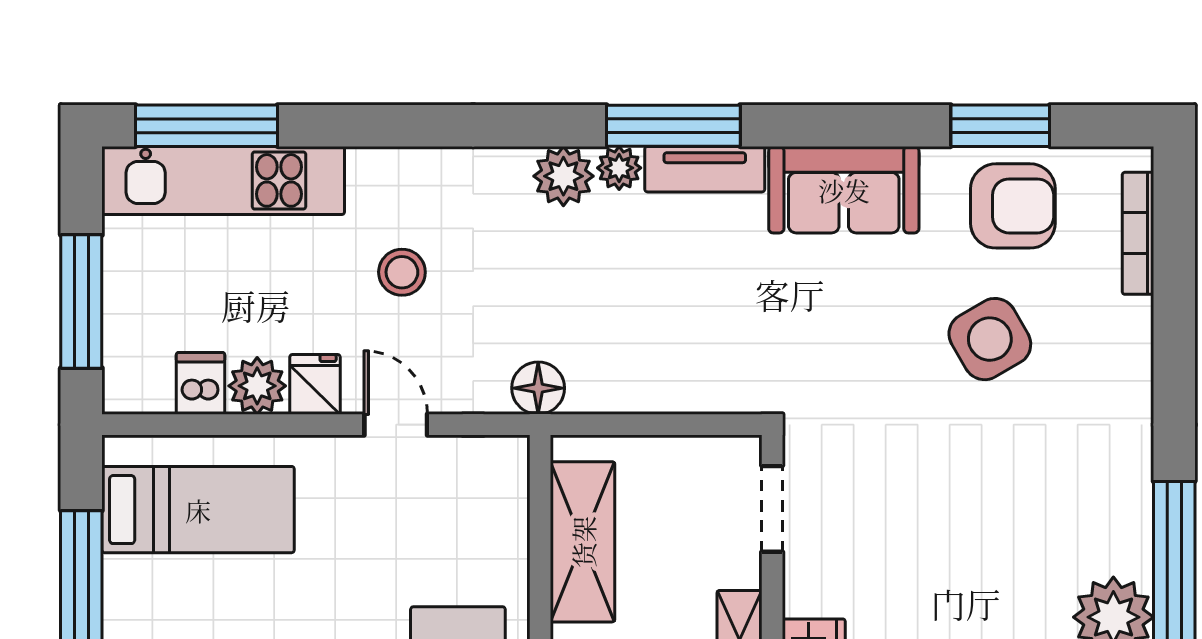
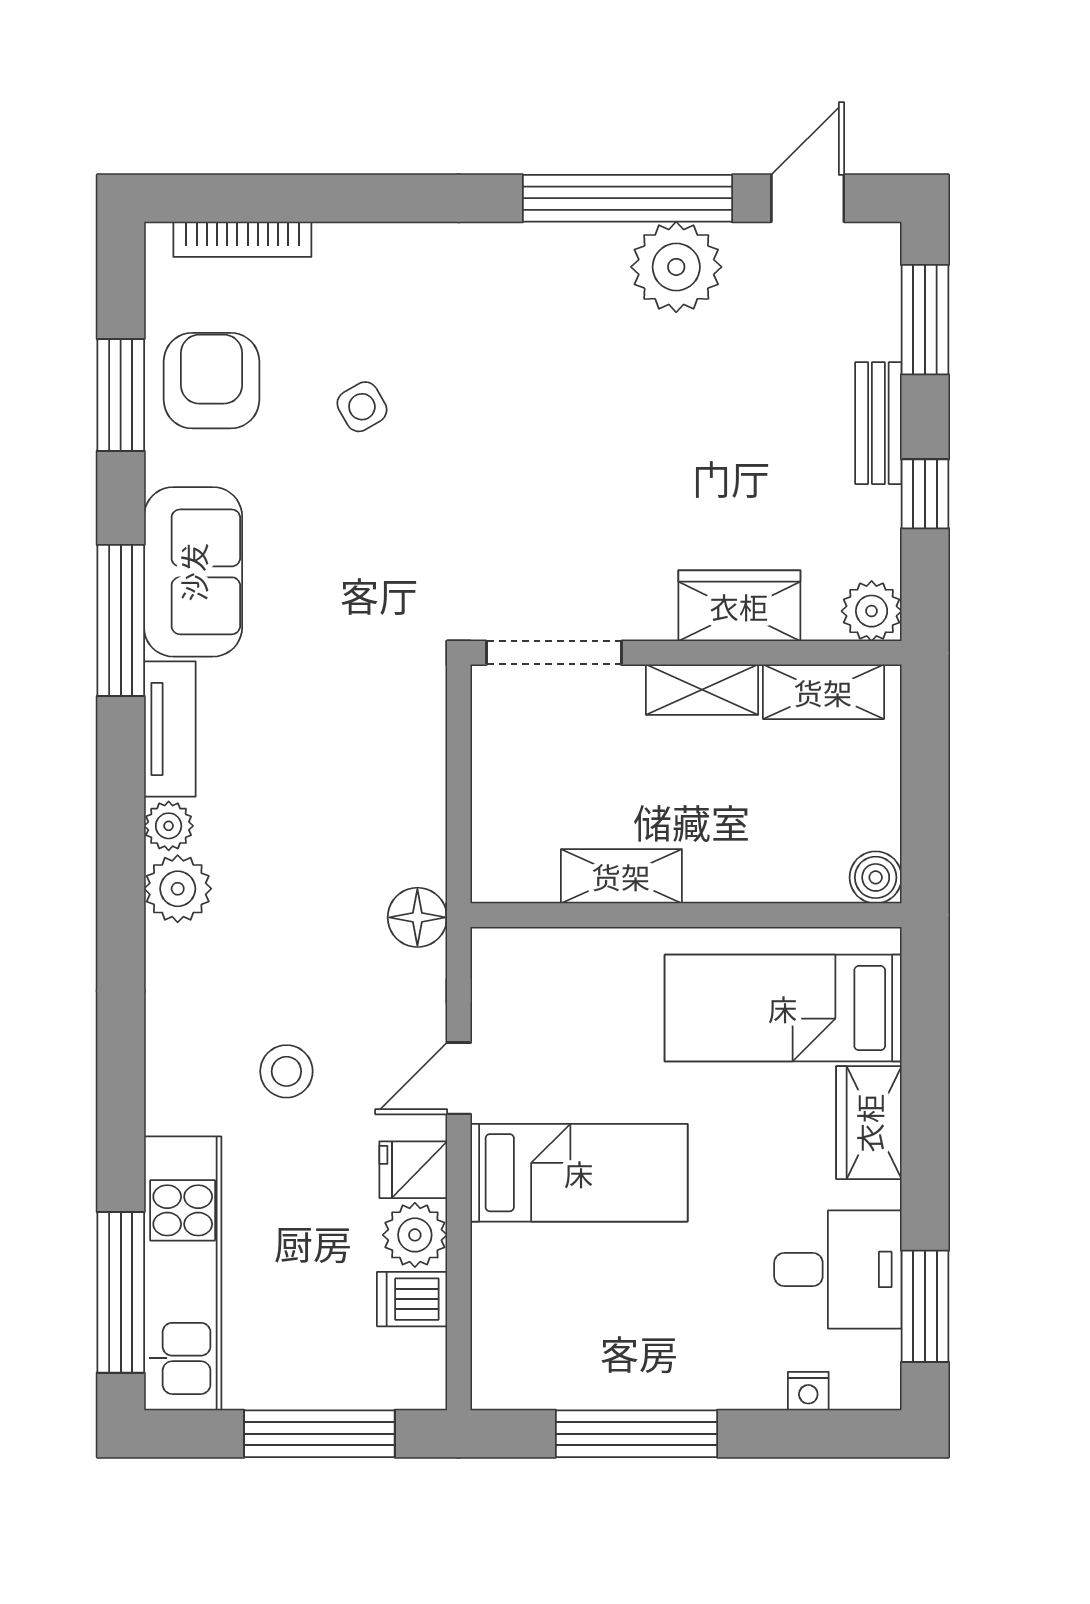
window: (673, 126) -> (121, 620), moved
side table: (990, 339) -> (362, 407), width x0.54, depth x0.54
doorway: (772, 509) -> (554, 653), width x1.38
bed: (198, 510) -> (579, 1173), moved, turned 90
shelving: (583, 542) -> (621, 876), width x0.67, depth x0.75

